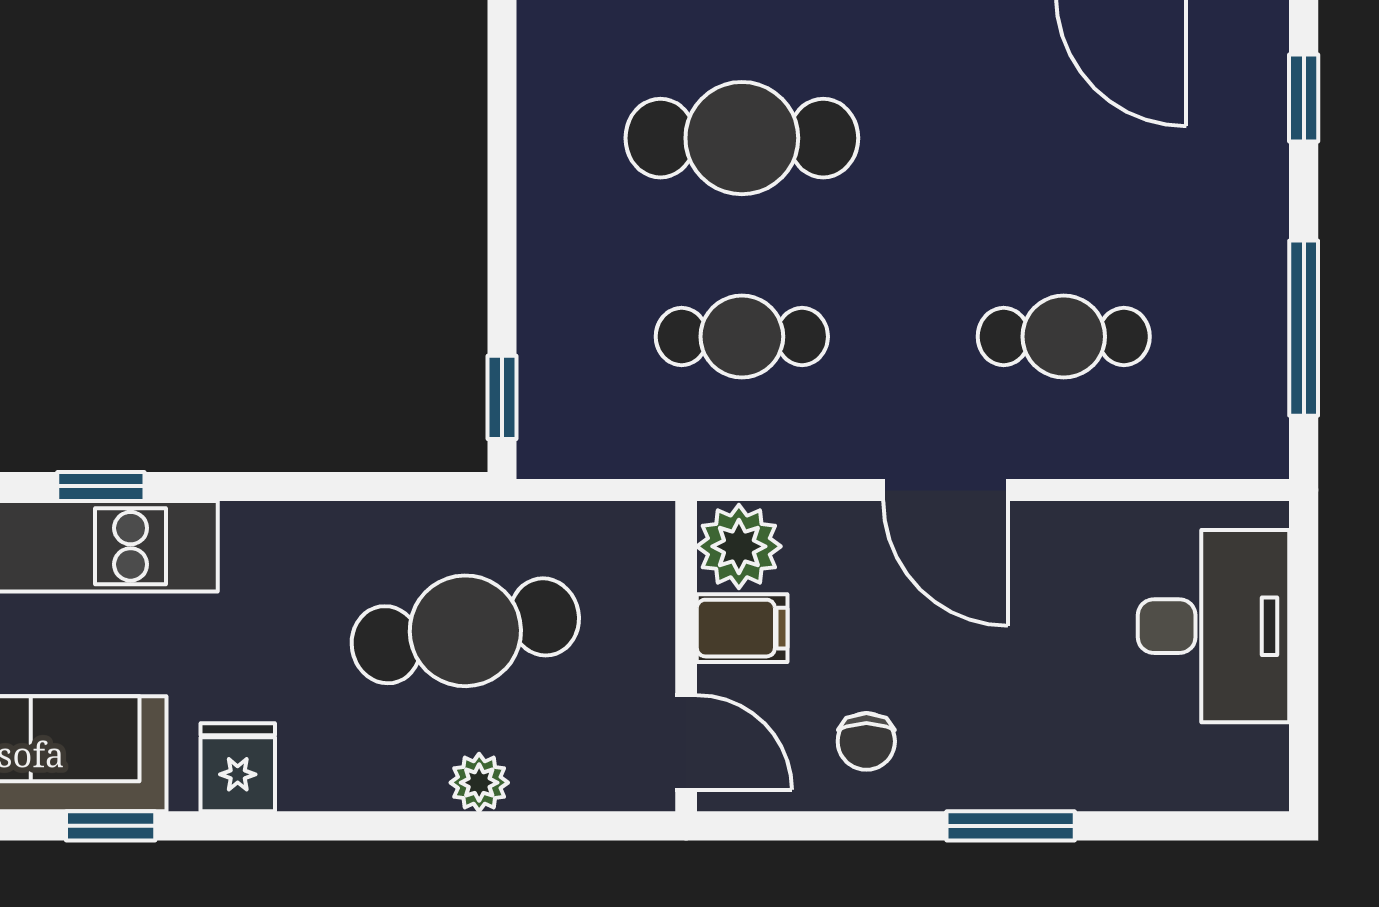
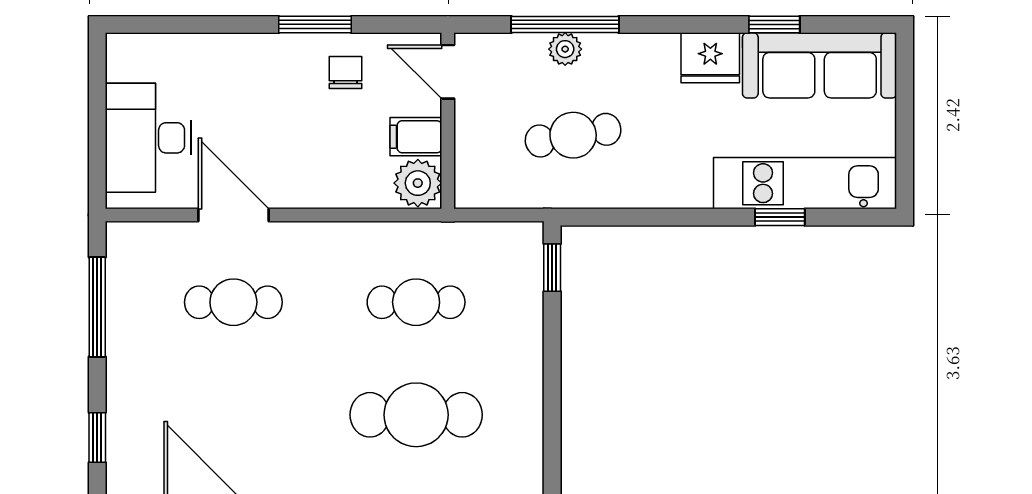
door: (945, 490) -> (233, 215), moved
cafe table: (465, 631) -> (573, 135), width x0.73, depth x0.74
fridge: (238, 767) -> (710, 58), width x1.38
window: (479, 826) -> (565, 24), added
window: (1011, 826) -> (315, 24), moved

